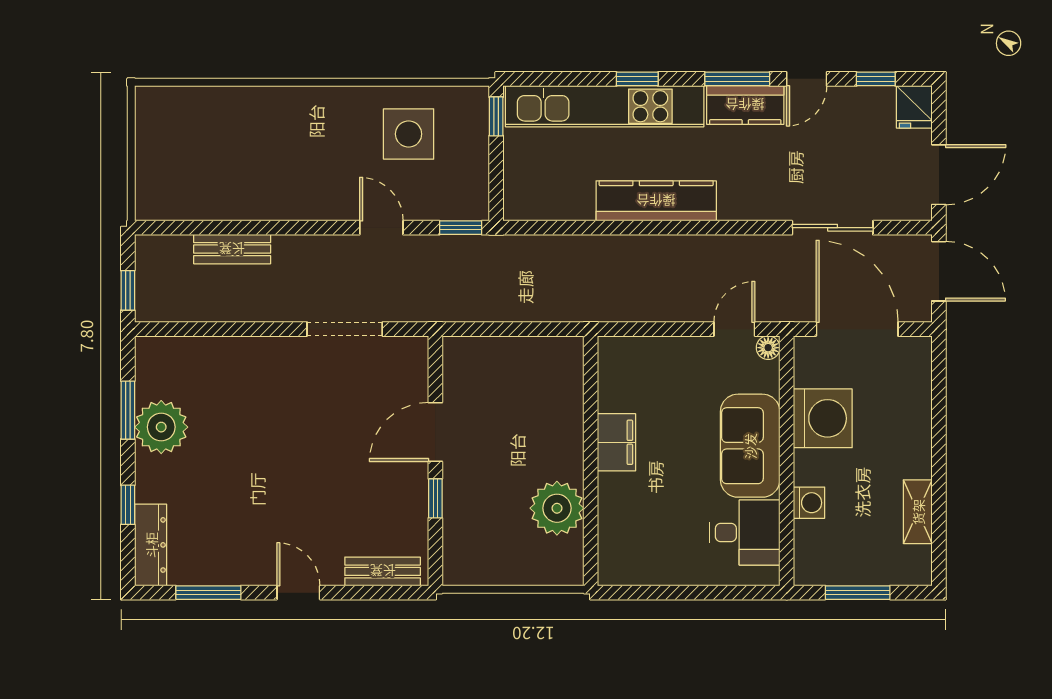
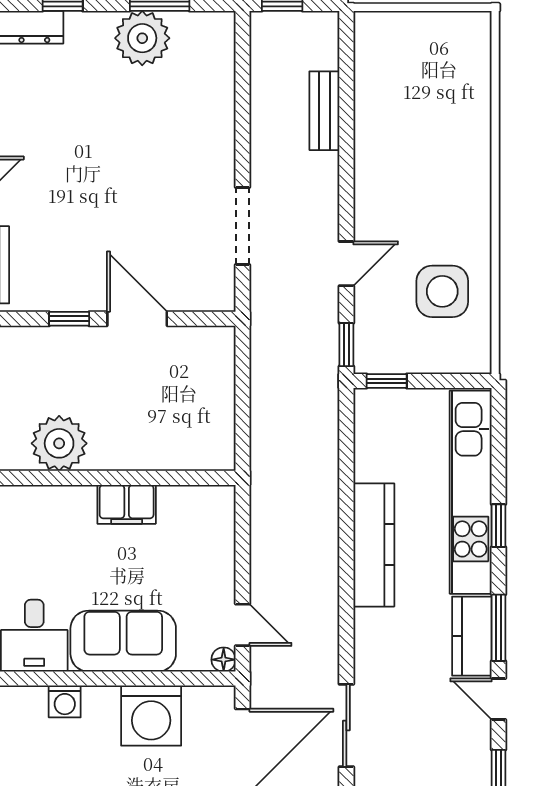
window: (496, 116) -> (387, 381), moved

